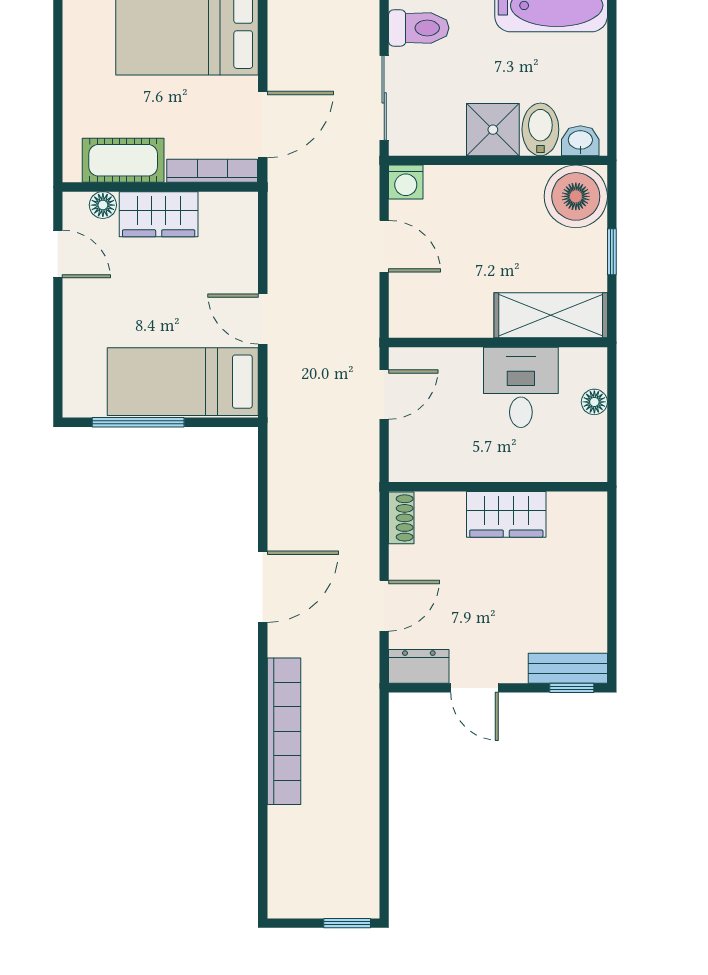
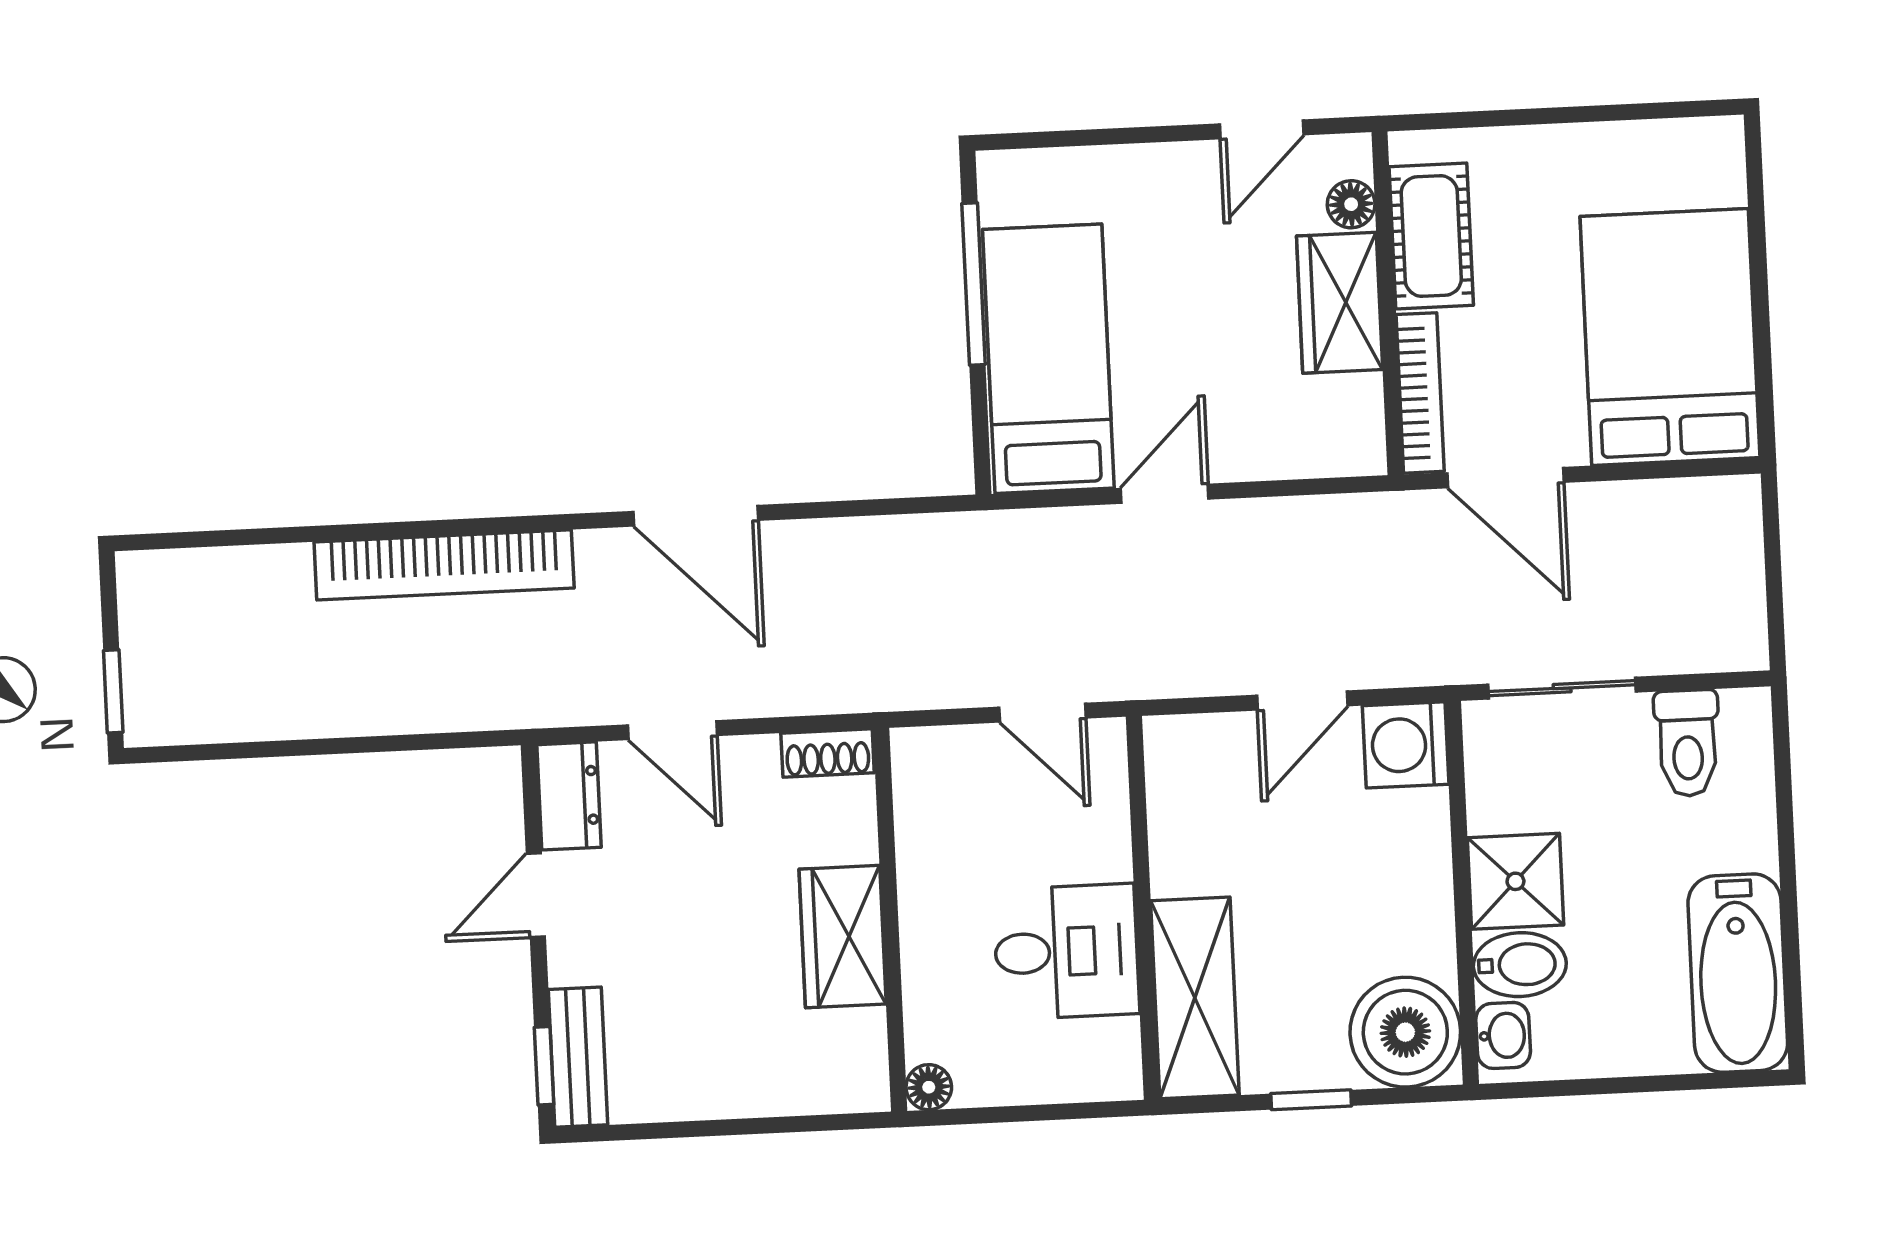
washing machine: (406, 182) -> (1406, 745), width x1.38, depth x1.38
floor lamp: (594, 402) -> (929, 1087), moved

